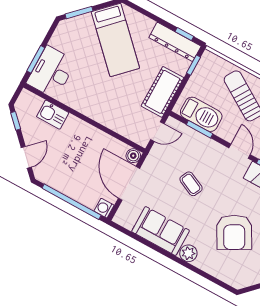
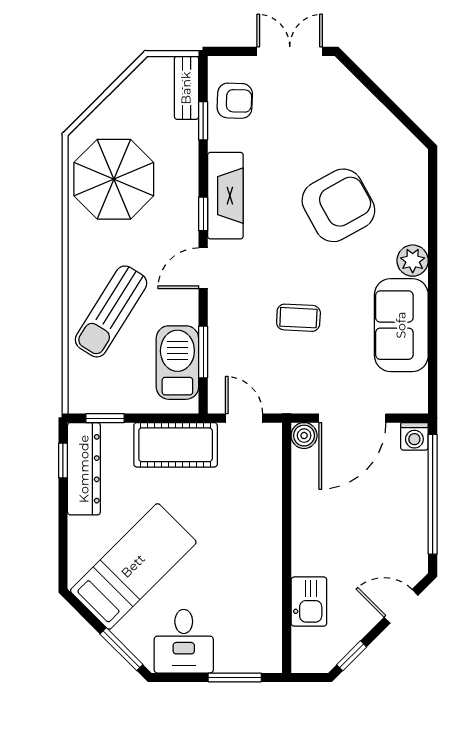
desk: (51, 72) -> (184, 641), moved, width x0.73
coffee table: (191, 184) -> (298, 318), turned 68

